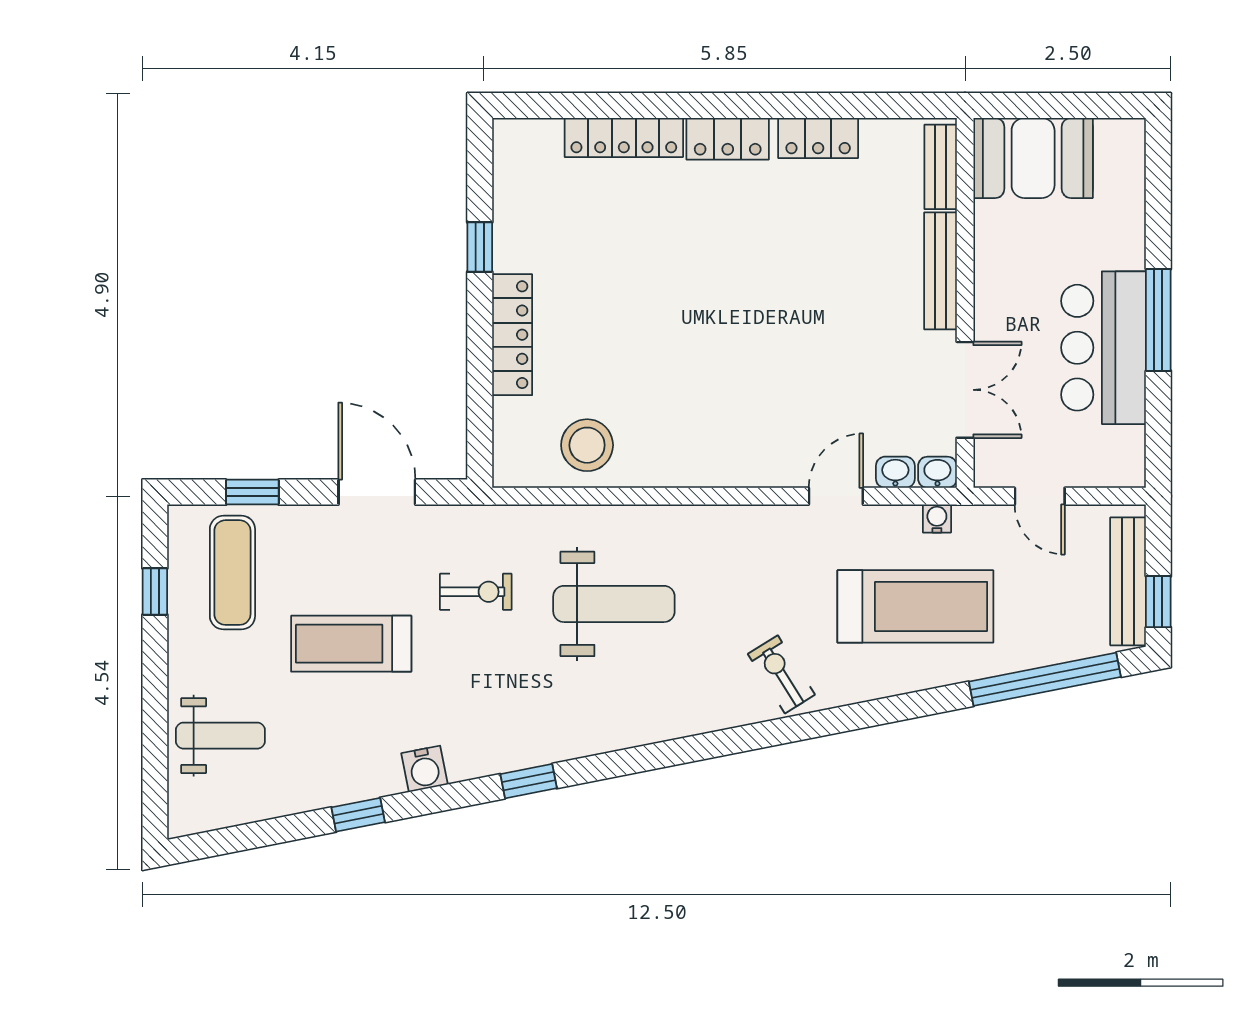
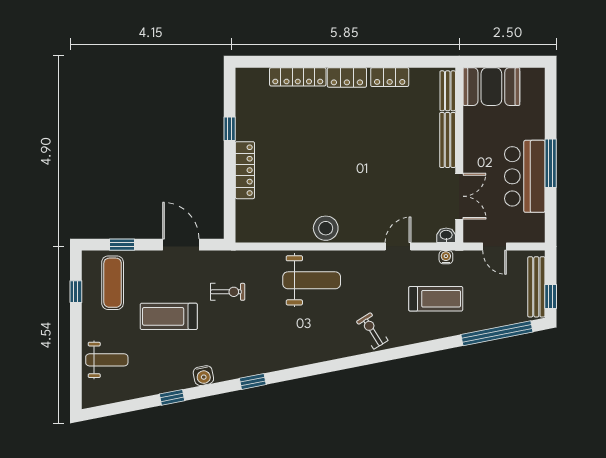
stool: (587, 445) -> (326, 228), moved
washbasin: (895, 472) -> (426, 235), removed
weight bench: (614, 604) -> (312, 280), moved
treadmill: (915, 606) -> (436, 299), width x0.73, depth x0.73

